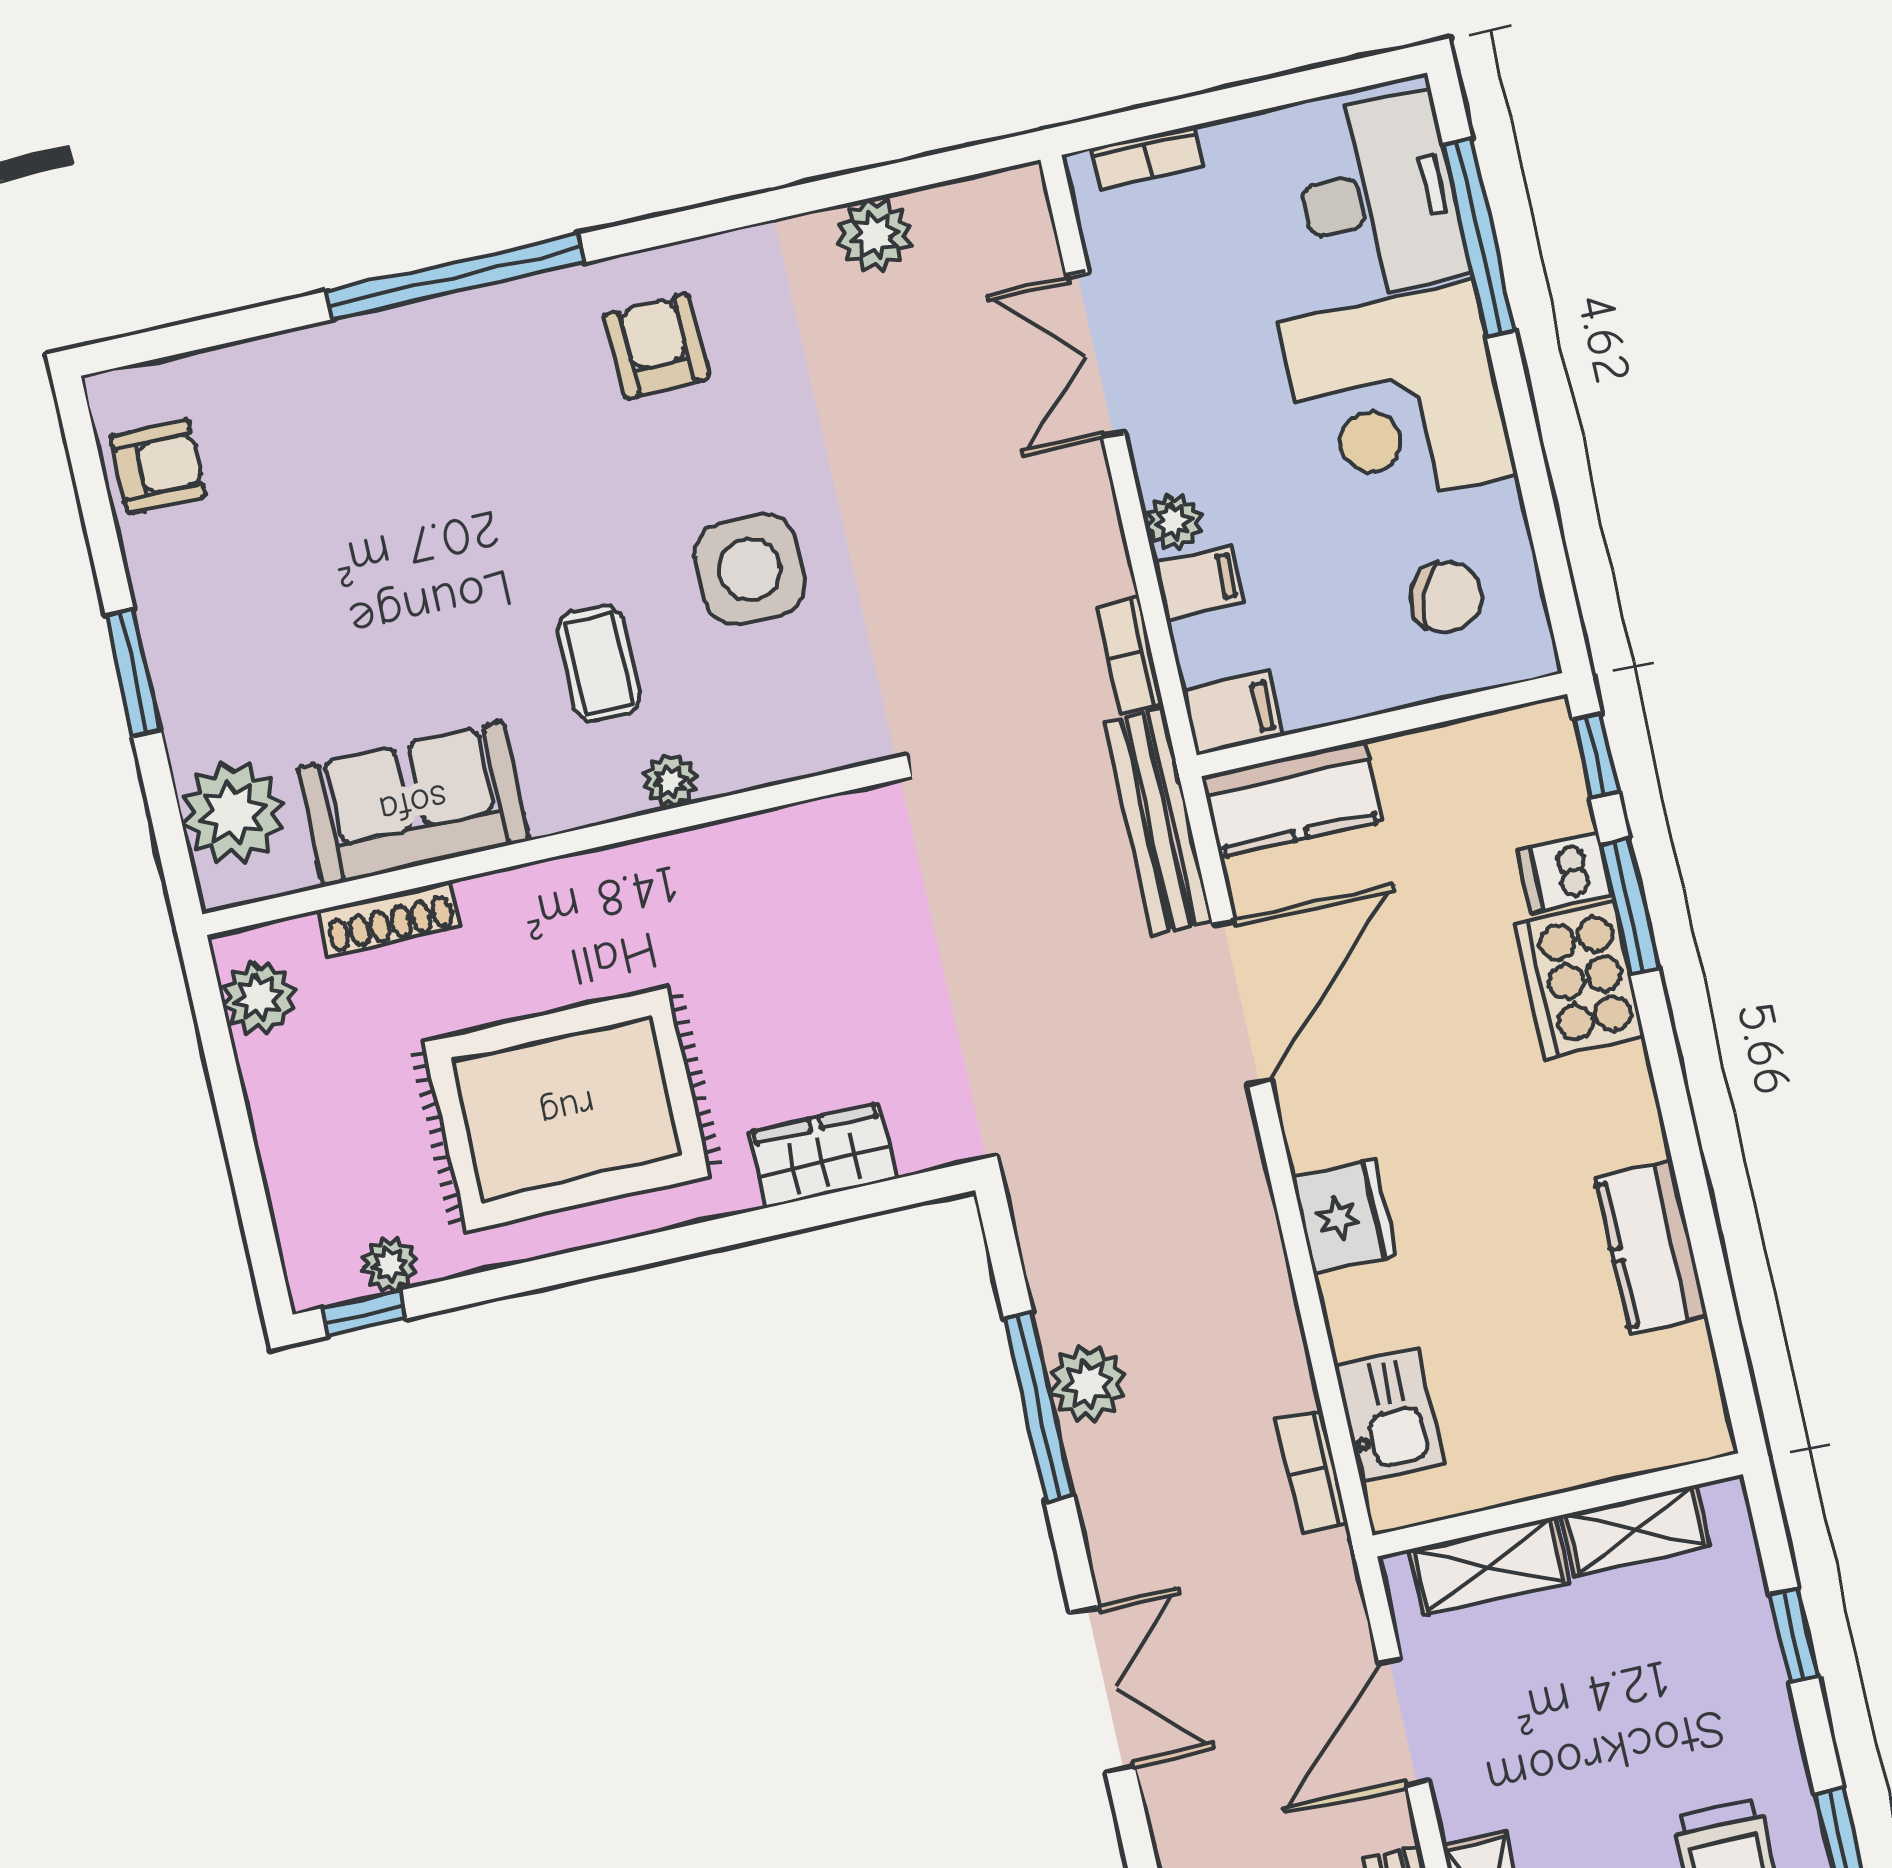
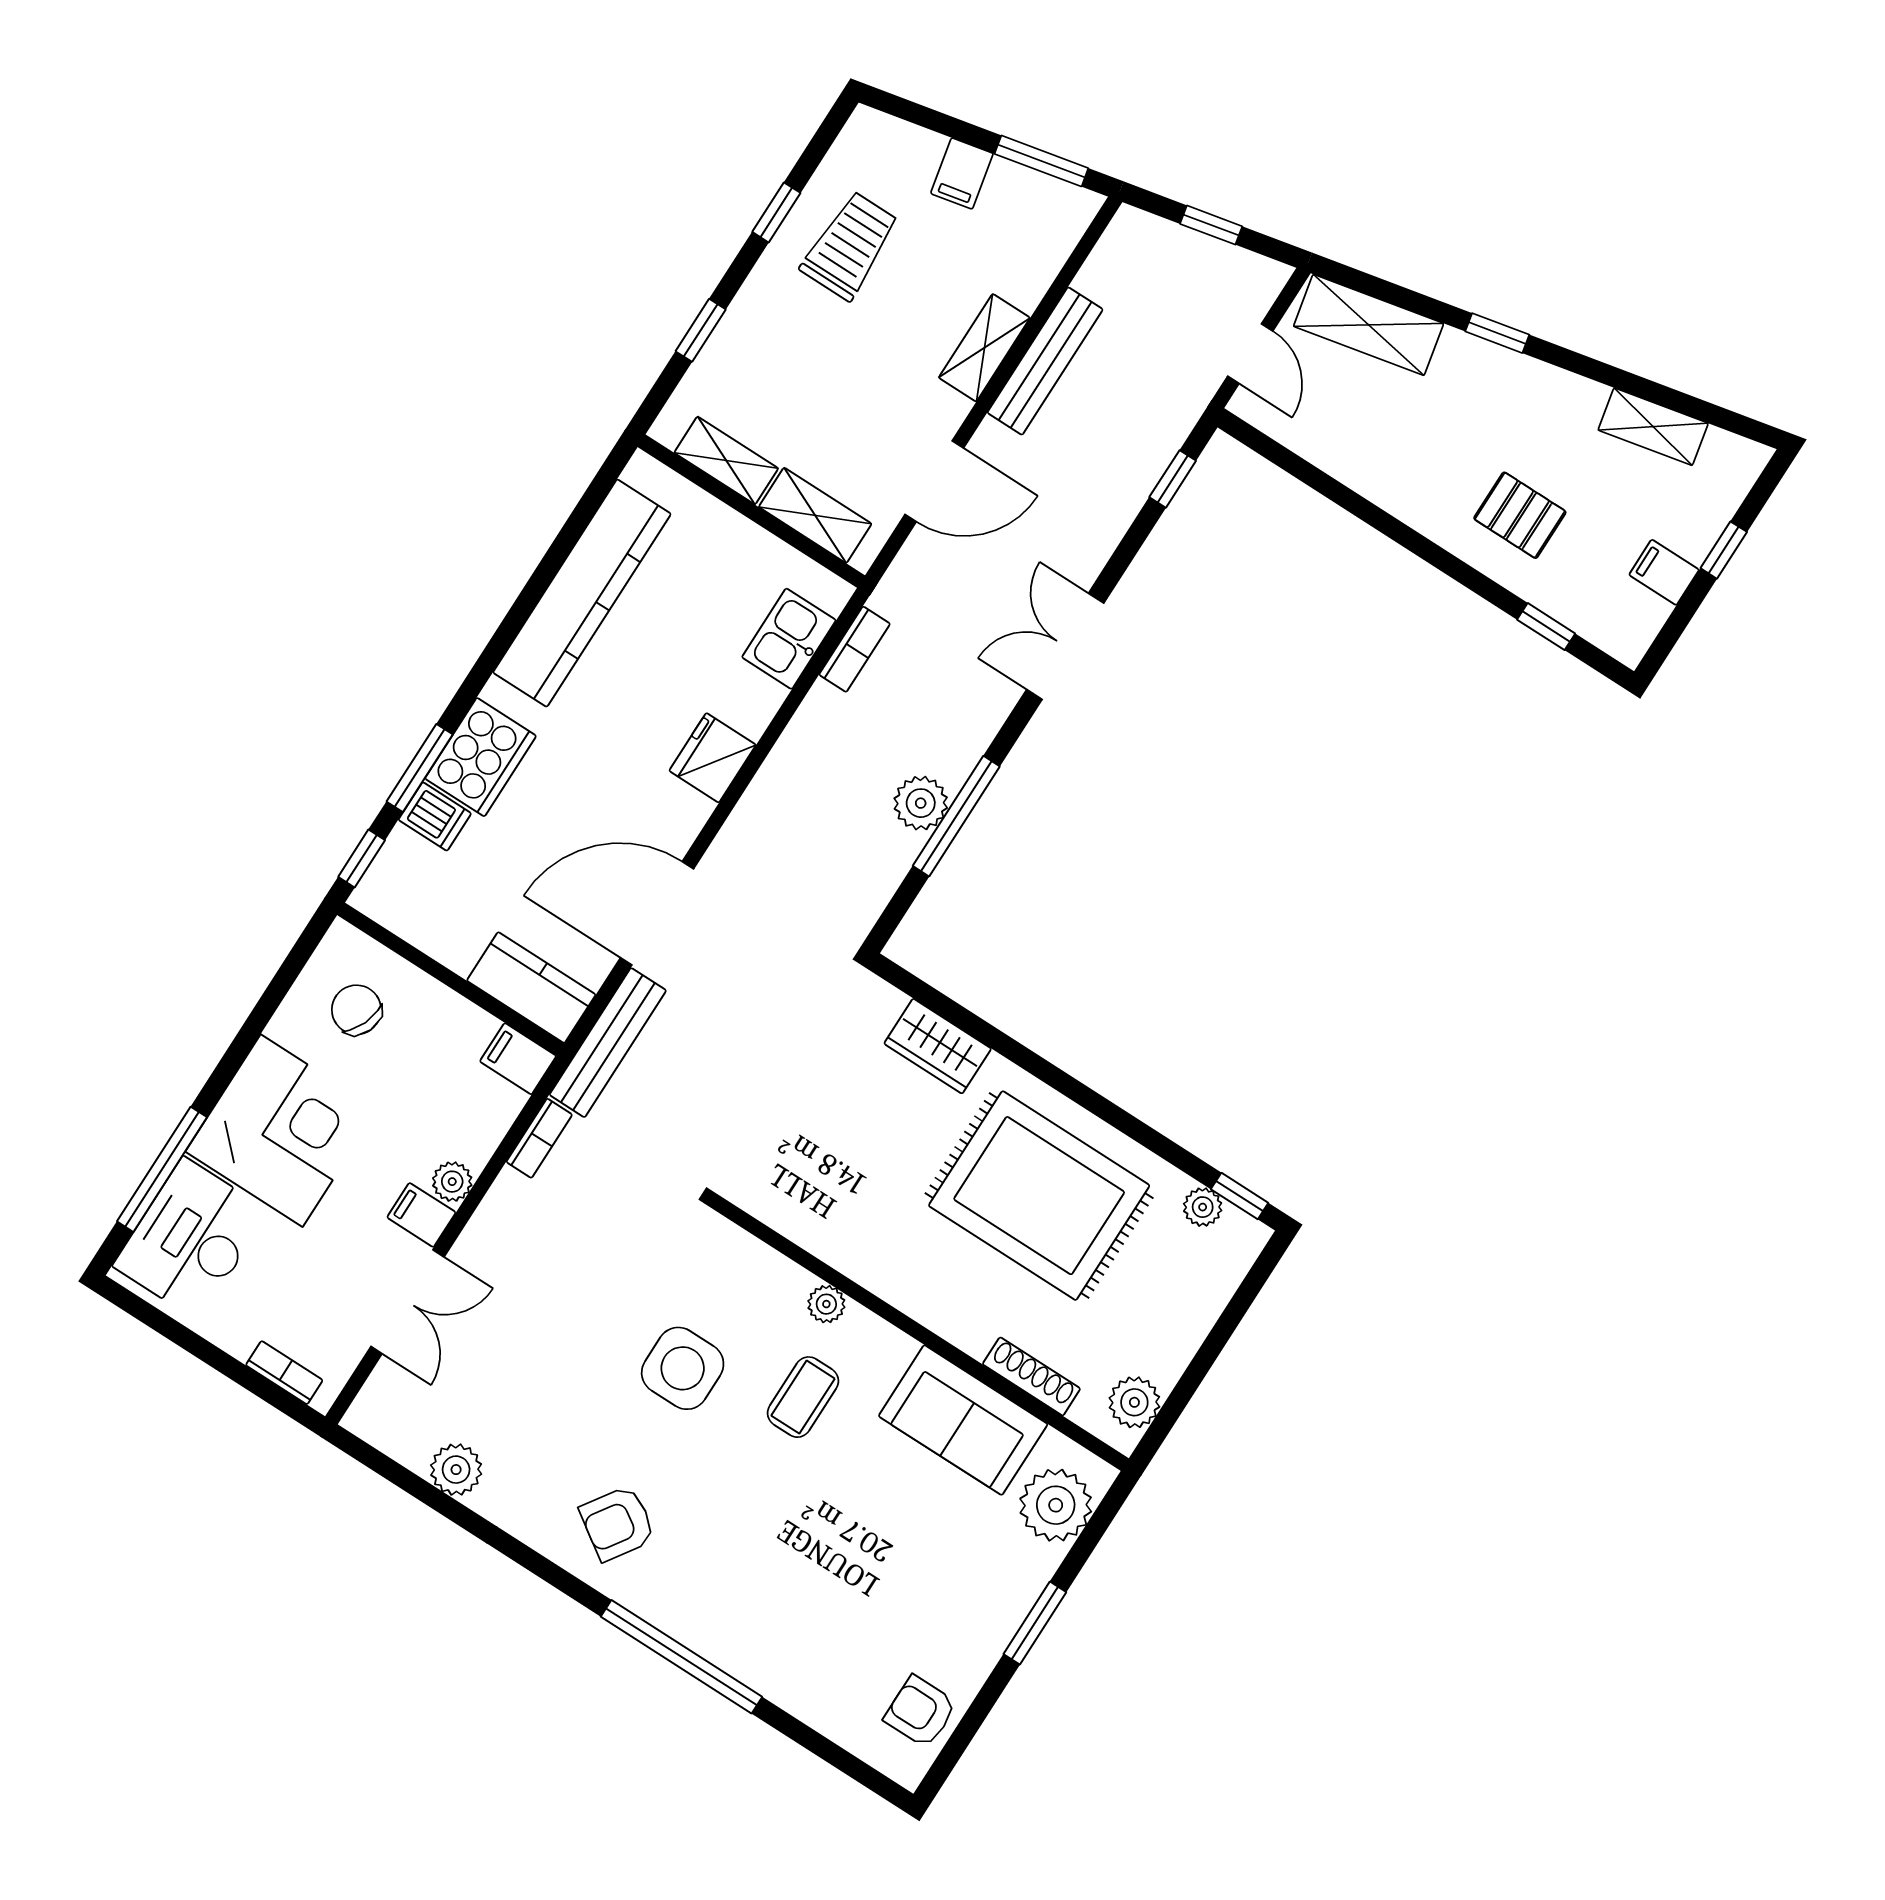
armchair: (657, 346) -> (618, 1523), turned 36
filing cabinet: (1199, 582) -> (421, 1215), moved
kitchen counter: (1651, 1247) -> (582, 593), width x2.08, depth x1.17

